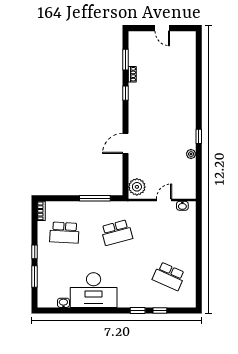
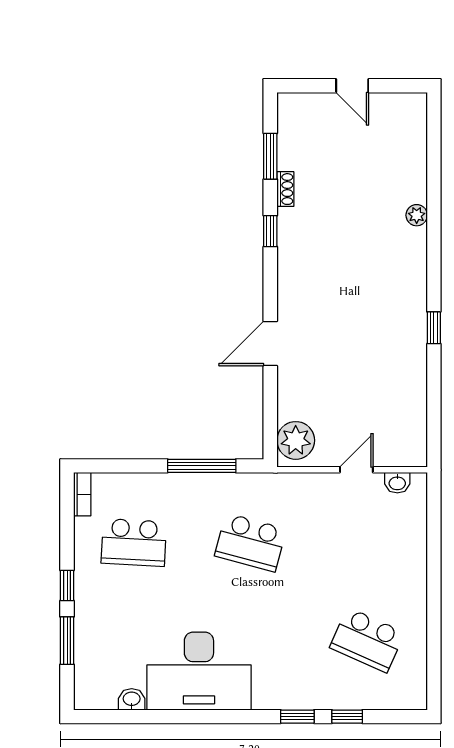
plant: (191, 154) -> (417, 215), moved
school desk: (117, 233) -> (250, 542), turned 30

